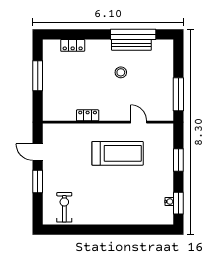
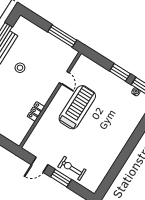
door: (139, 122) -> (64, 78), swing flipped
window: (178, 160) -> (120, 72), moved
exercise bike: (64, 207) -> (72, 168), moved

